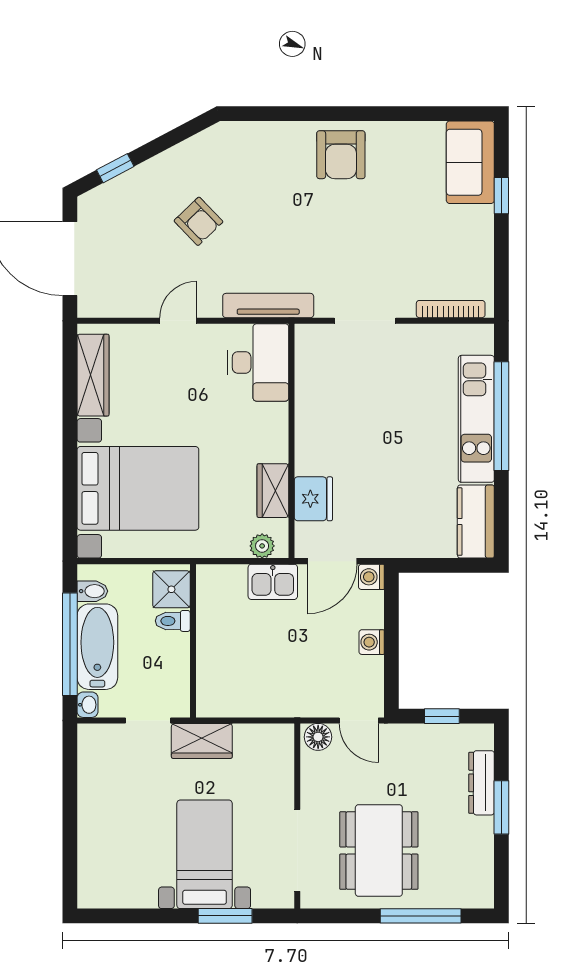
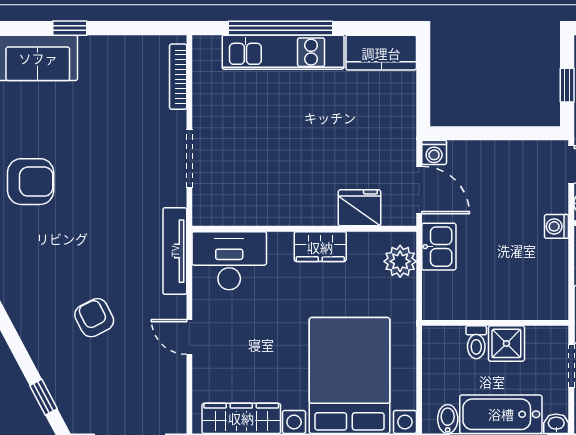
armchair: (198, 221) -> (94, 318), turned -73
wardrobe: (273, 491) -> (320, 247), moved
plant: (262, 546) -> (400, 261), width x1.38, depth x1.38
shower: (171, 589) -> (506, 343), moved
washing machine: (372, 642) -> (557, 226), moved, turned 90

